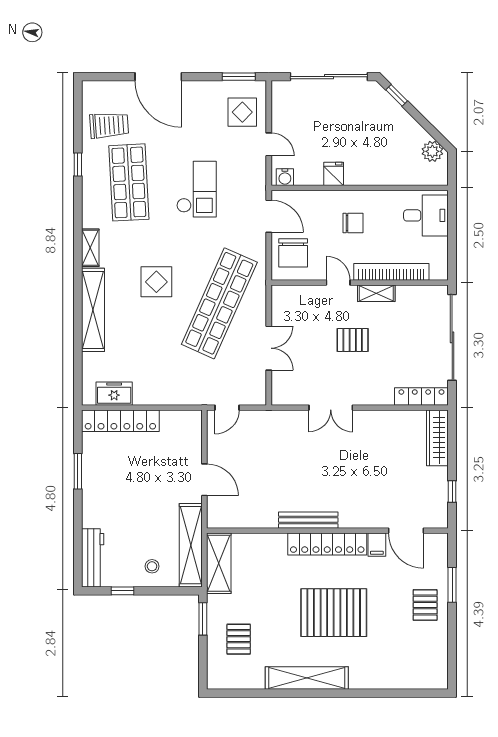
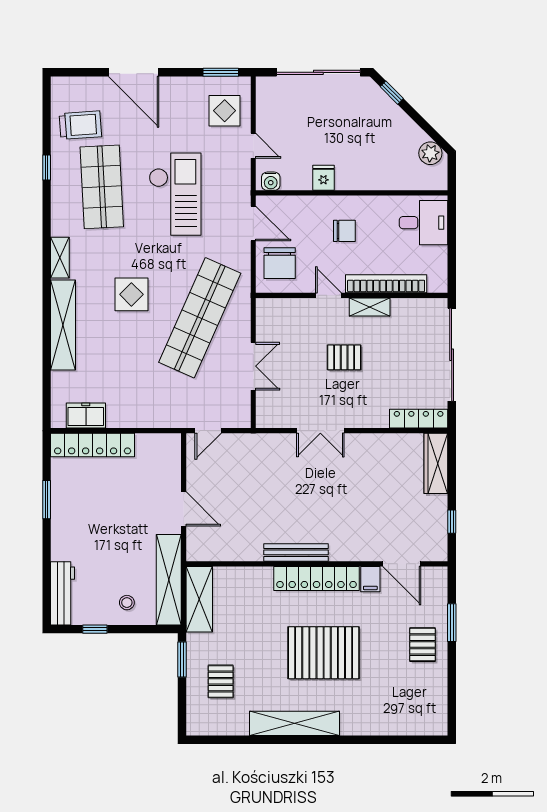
checkout: (197, 189) -> (175, 194), width x1.36, depth x1.21

